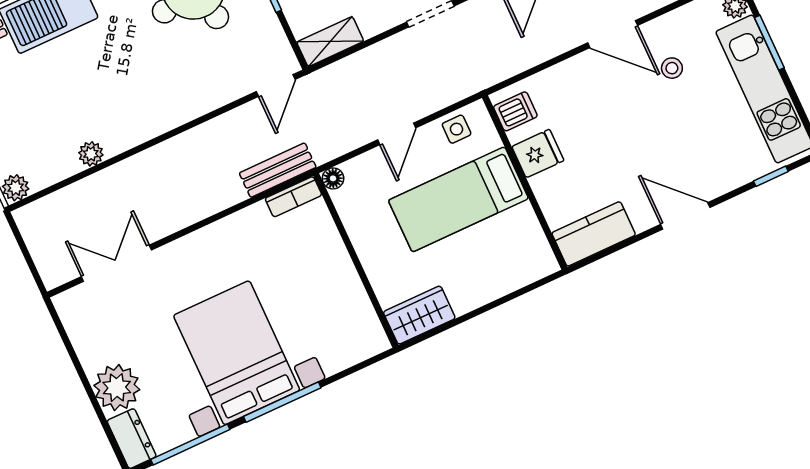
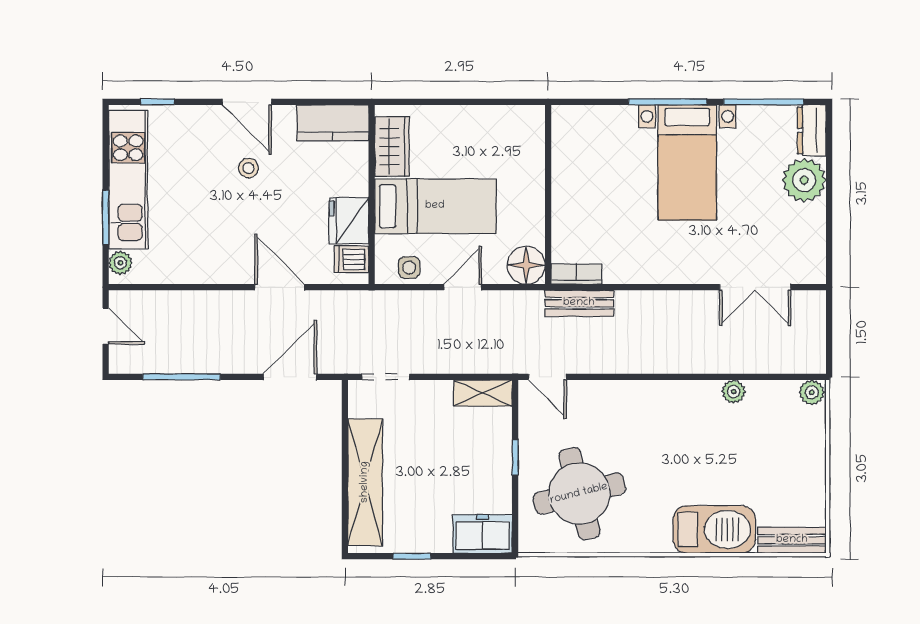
door: (613, 34) -> (280, 287), moved
stool: (672, 68) -> (249, 168), moved
door: (276, 86) -> (547, 377), swing flipped
fridge: (538, 154) -> (349, 221), width x1.38
floor lamp: (333, 178) -> (526, 265), width x1.89, depth x1.89
wardrobe: (419, 315) -> (392, 147), moved, turned -90
bed with nightstands: (237, 353) -> (687, 162), width x0.73

